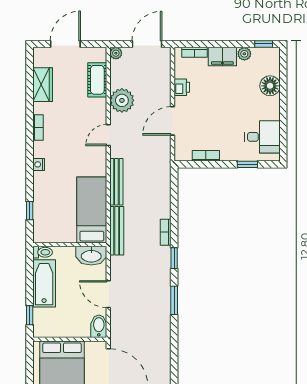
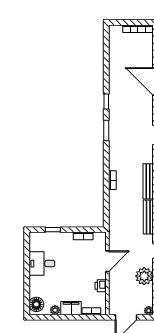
window: (264, 44) -> (41, 317), removed
floor lamp: (270, 86) -> (36, 304), moved
desk: (262, 137) -> (42, 264), moved
window: (174, 258) -> (106, 101), moved

